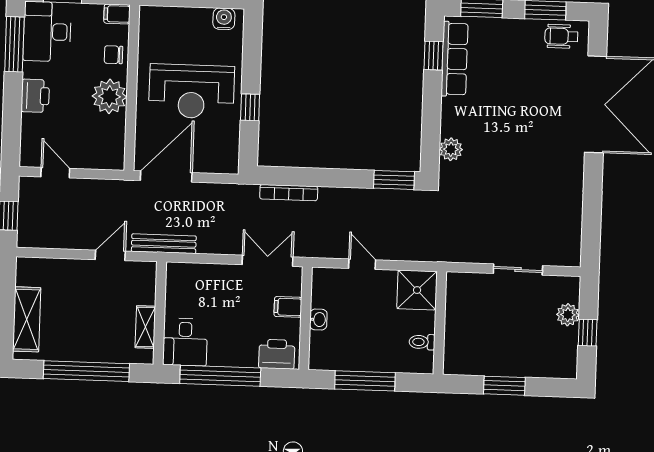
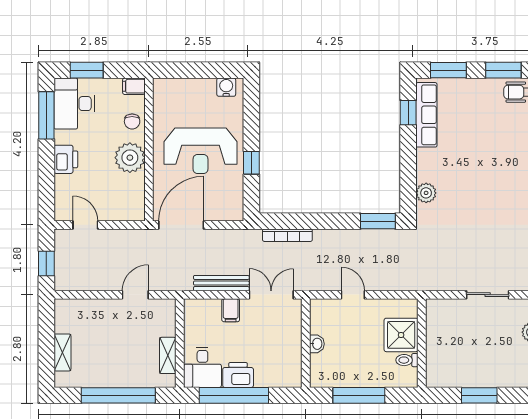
chair: (113, 55) -> (132, 121), turned -90
bench: (164, 244) -> (221, 283), moved
shower: (417, 290) -> (401, 335), moved
filing cabinet: (288, 307) -> (231, 310), moved, turned -90
shelving: (27, 319) -> (62, 352), width x0.67, depth x0.75
printer: (277, 354) -> (238, 375), moved

